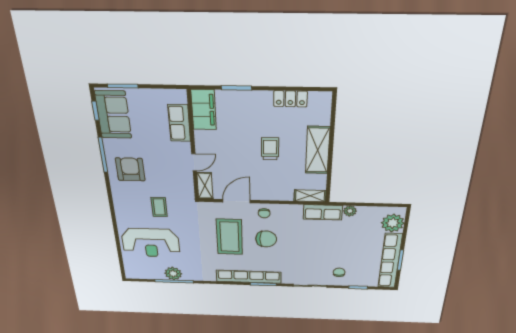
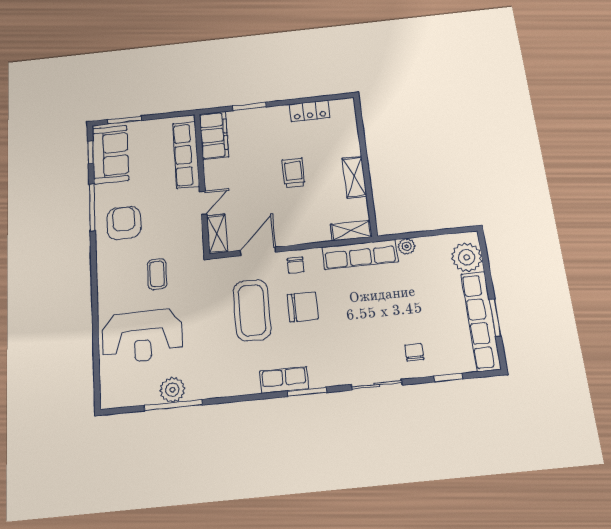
row of seats: (179, 123) -> (186, 155), width x1.48
shelving: (318, 150) -> (354, 177), width x0.67, depth x0.75
row of seats: (323, 212) -> (360, 254), width x1.48
row of seats: (249, 277) -> (284, 380), width x0.50

